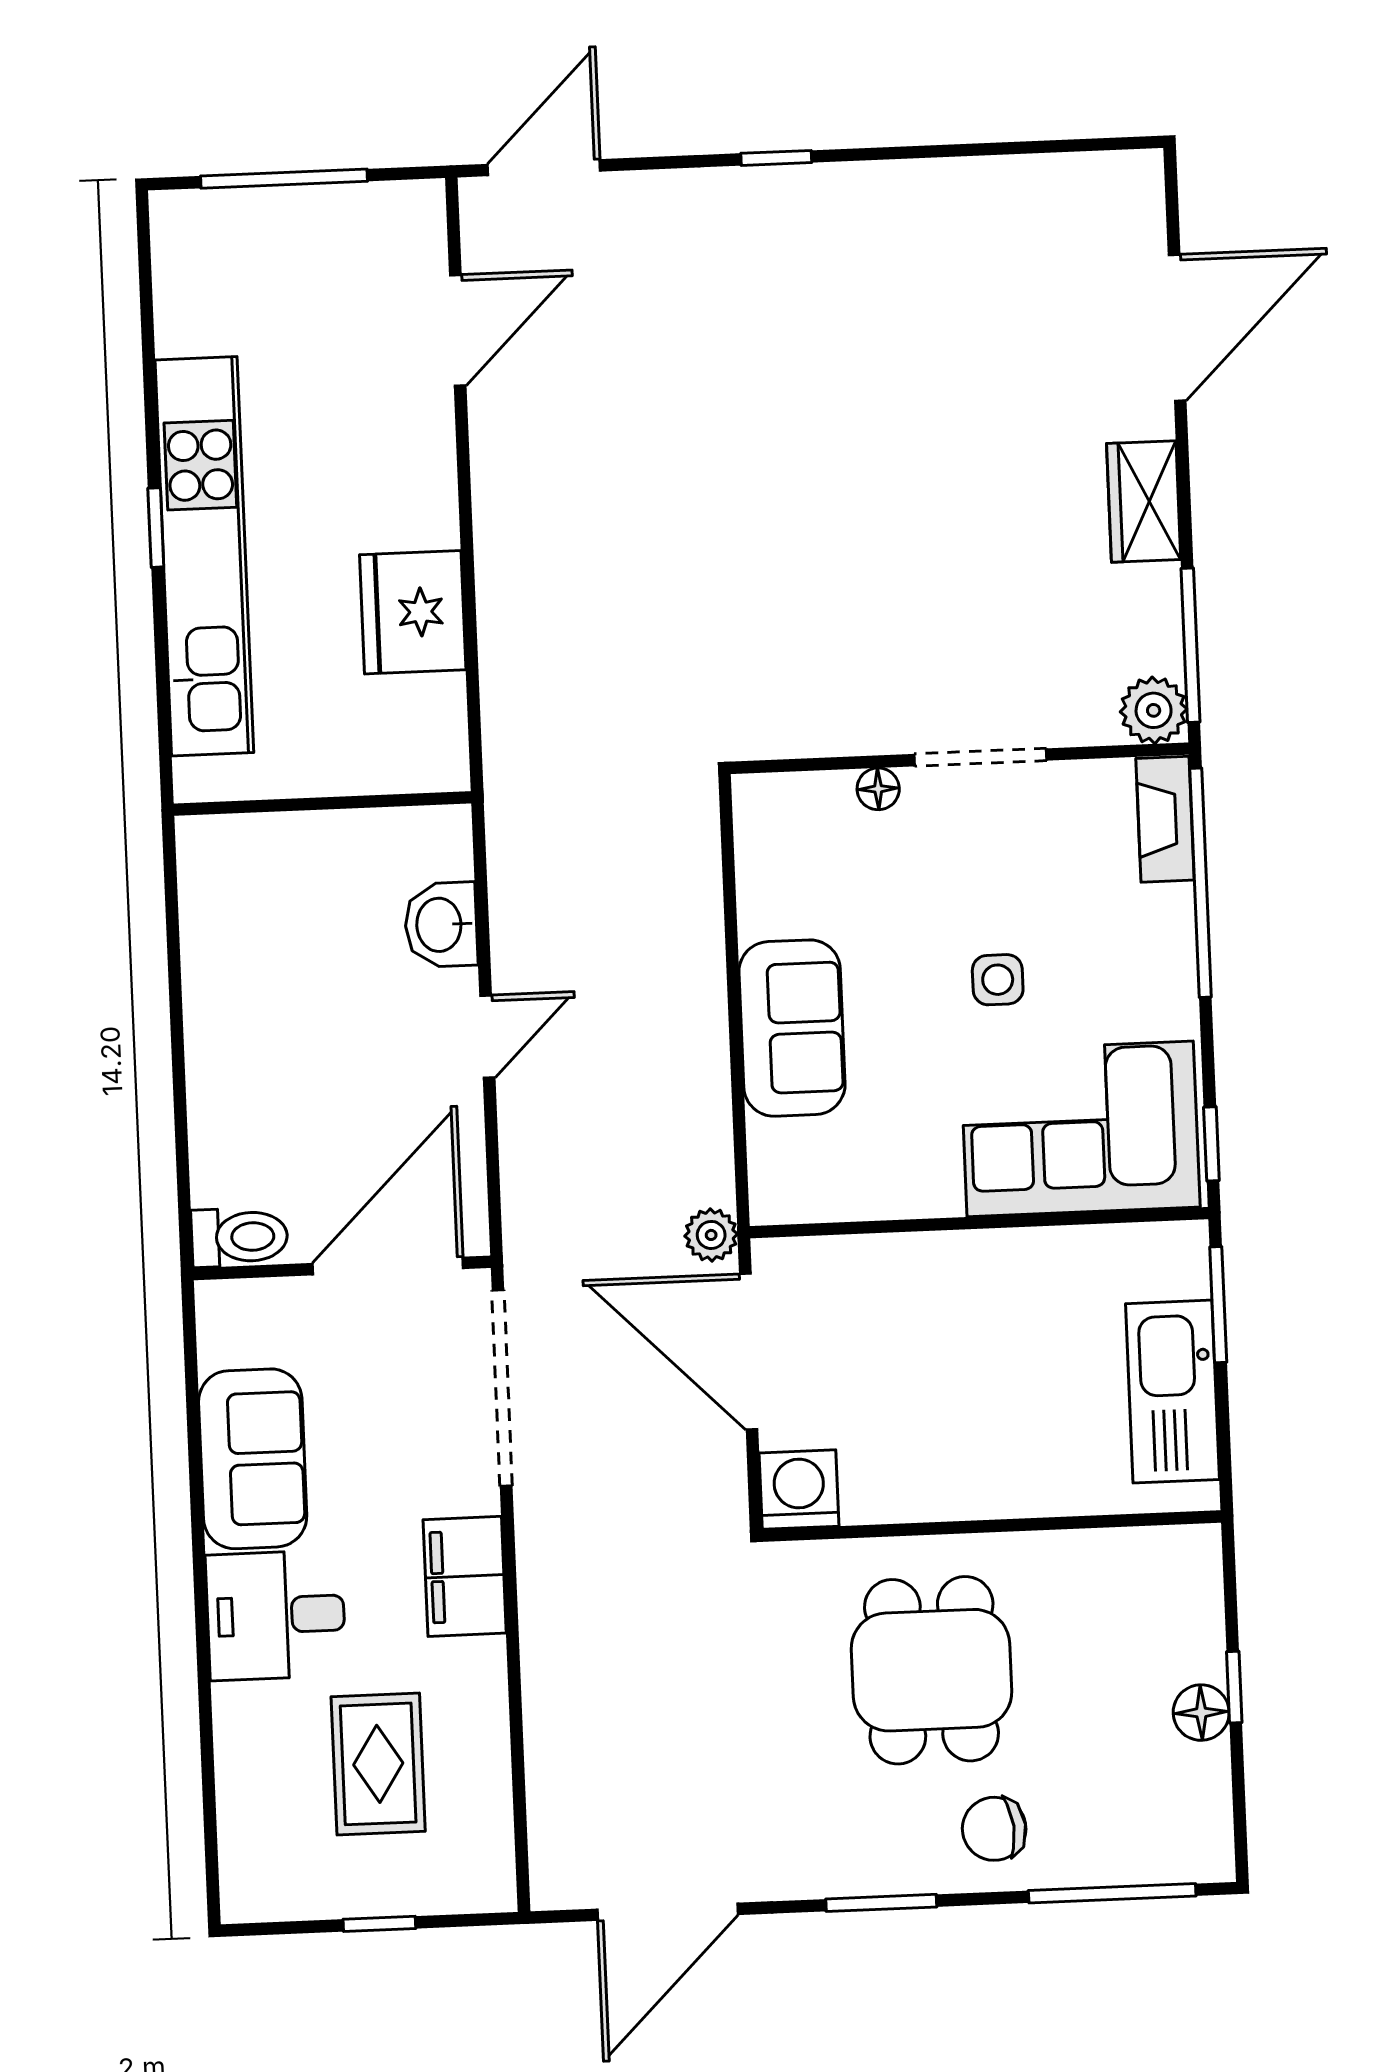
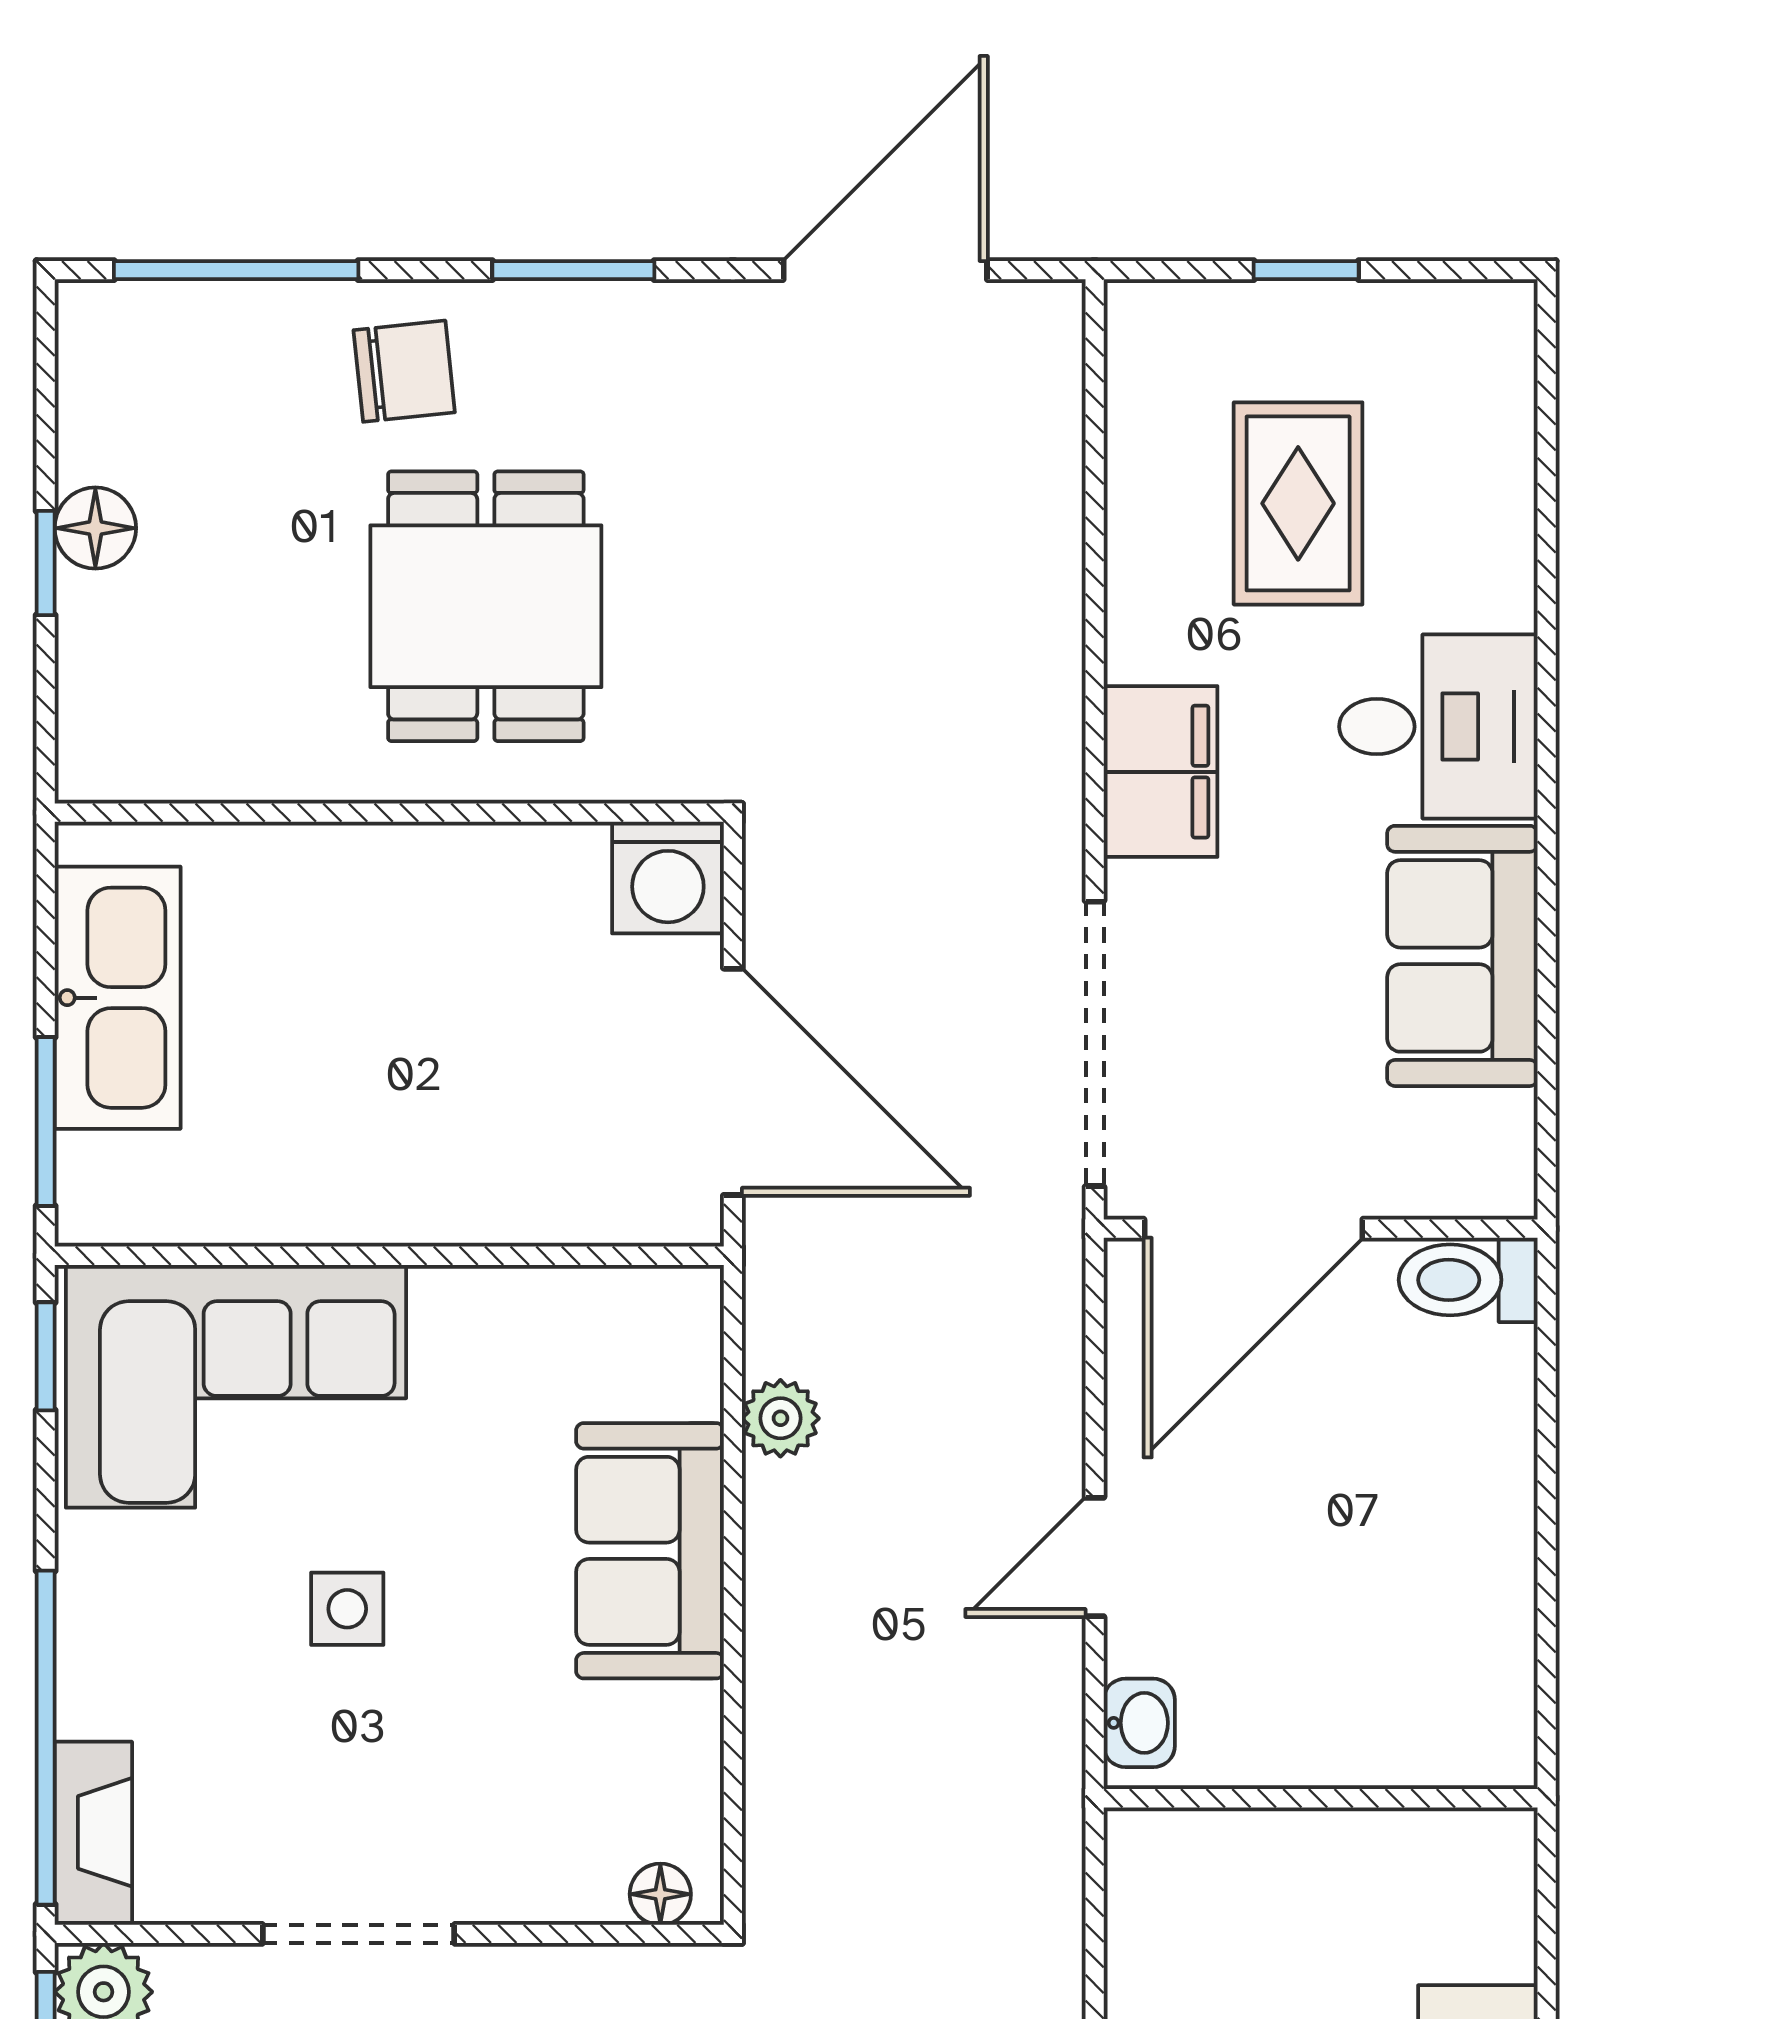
floor lamp: (878, 789) -> (660, 1894), moved
wall: (322, 804) -> (1321, 1798), moved
washbasin: (441, 925) -> (1139, 1723), width x0.72, depth x0.69
plant: (711, 1235) -> (780, 1418), moved

